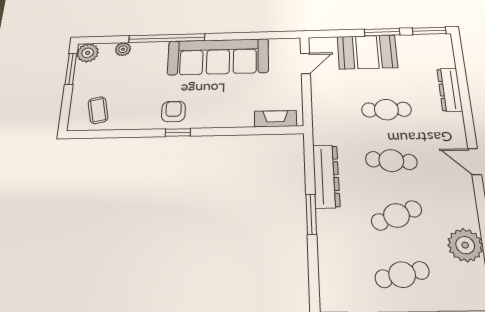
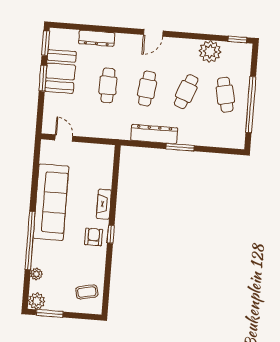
booth: (367, 52) -> (61, 71), moved
armchair: (173, 111) -> (94, 237), turned 90
fireplace: (276, 119) -> (104, 204), moved
cafe table: (396, 215) -> (186, 92), turned 42

